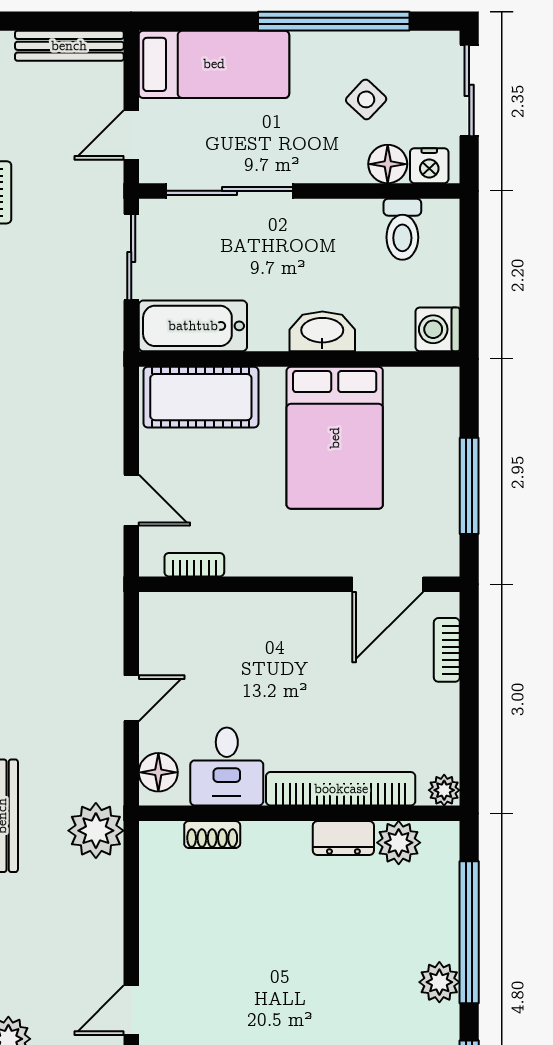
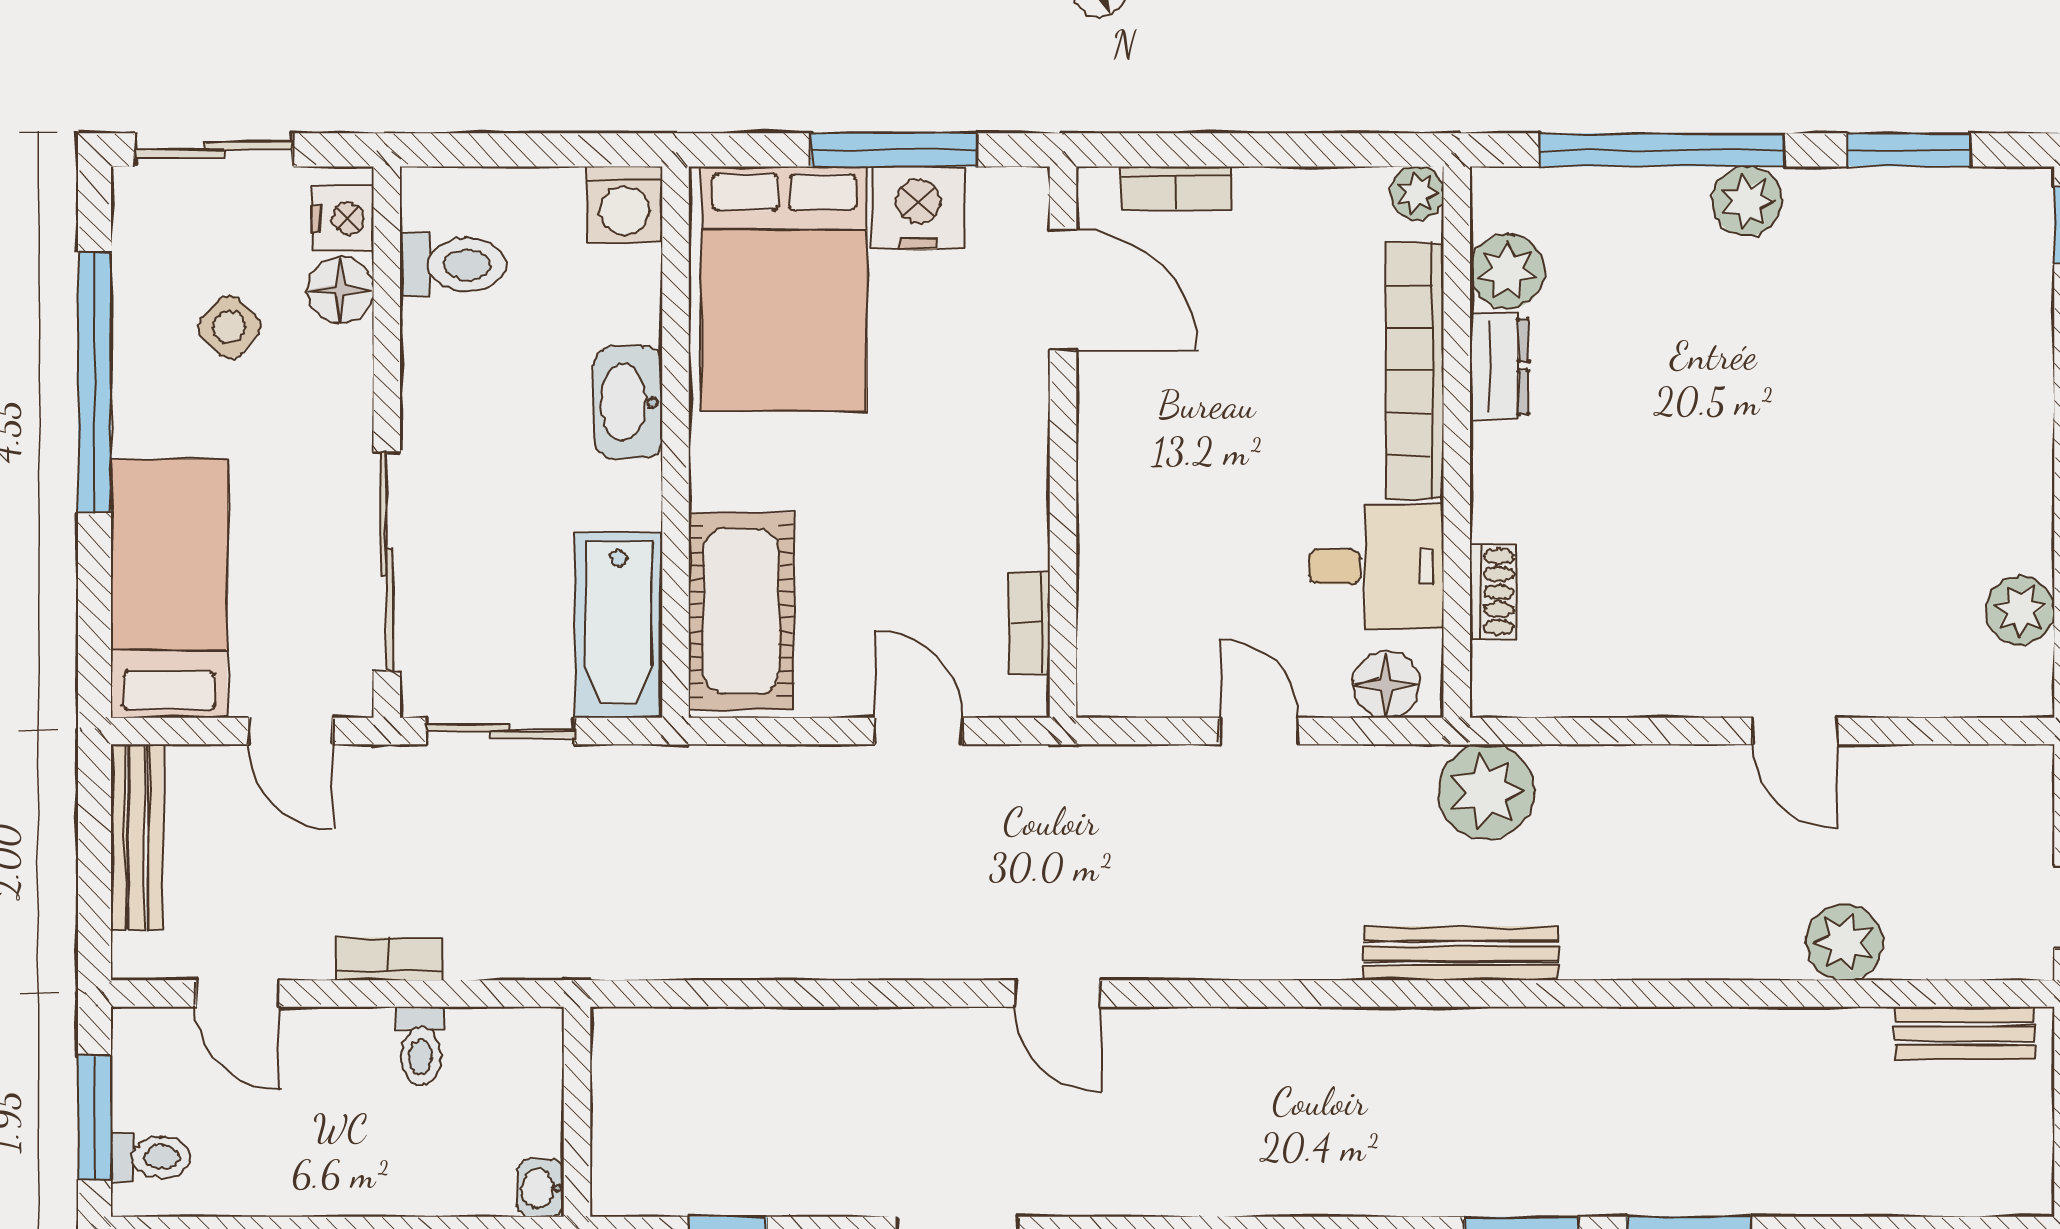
bed: (335, 438) -> (784, 289), moved, turned 90
door: (131, 500) -> (918, 731), hinge flipped
nightstand: (435, 500) -> (918, 208), added

